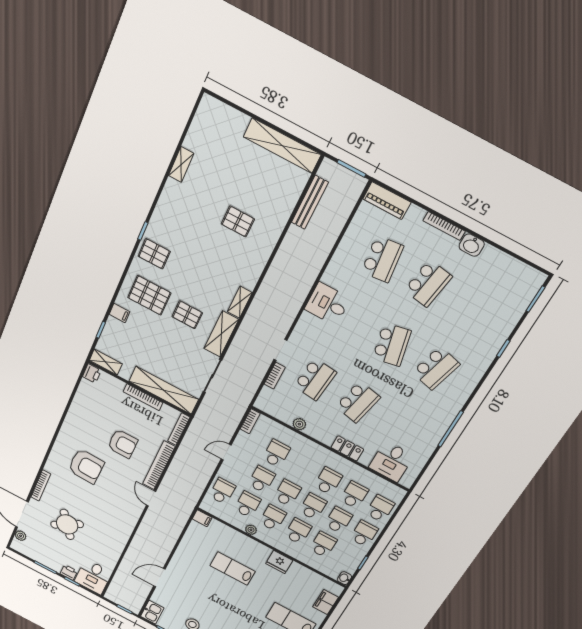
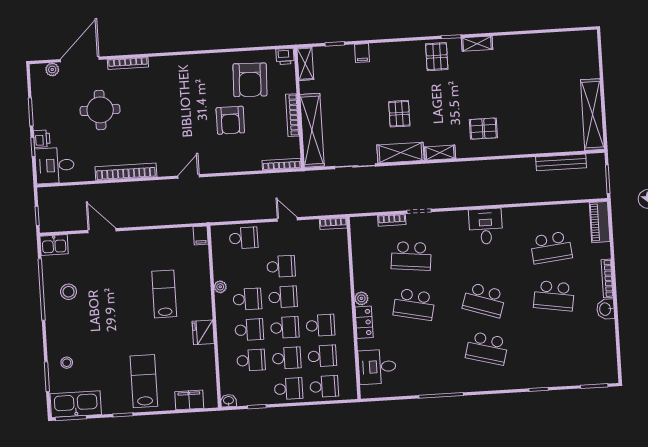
shelving: (181, 165) -> (477, 44), moved
pallet: (238, 221) -> (483, 129), moved, turned 90
pallet: (149, 295) -> (396, 71), removed
school desk: (392, 345) -> (484, 300), turned 30
plant: (299, 424) -> (361, 298), moved
school desk: (276, 453) -> (317, 264), removed
bookcase: (159, 465) -> (126, 172), moved
armchair: (86, 466) -> (250, 80), moved
school desk: (248, 504) -> (245, 269), removed
round table: (67, 524) -> (100, 110), turned 34

